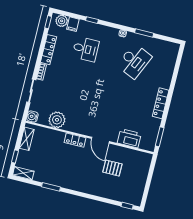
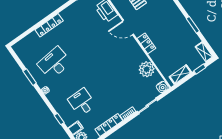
desk: (134, 61) -> (54, 63), turned -30
locker: (161, 103) -> (49, 25), moved
door: (100, 140) -> (128, 27), swing flipped

